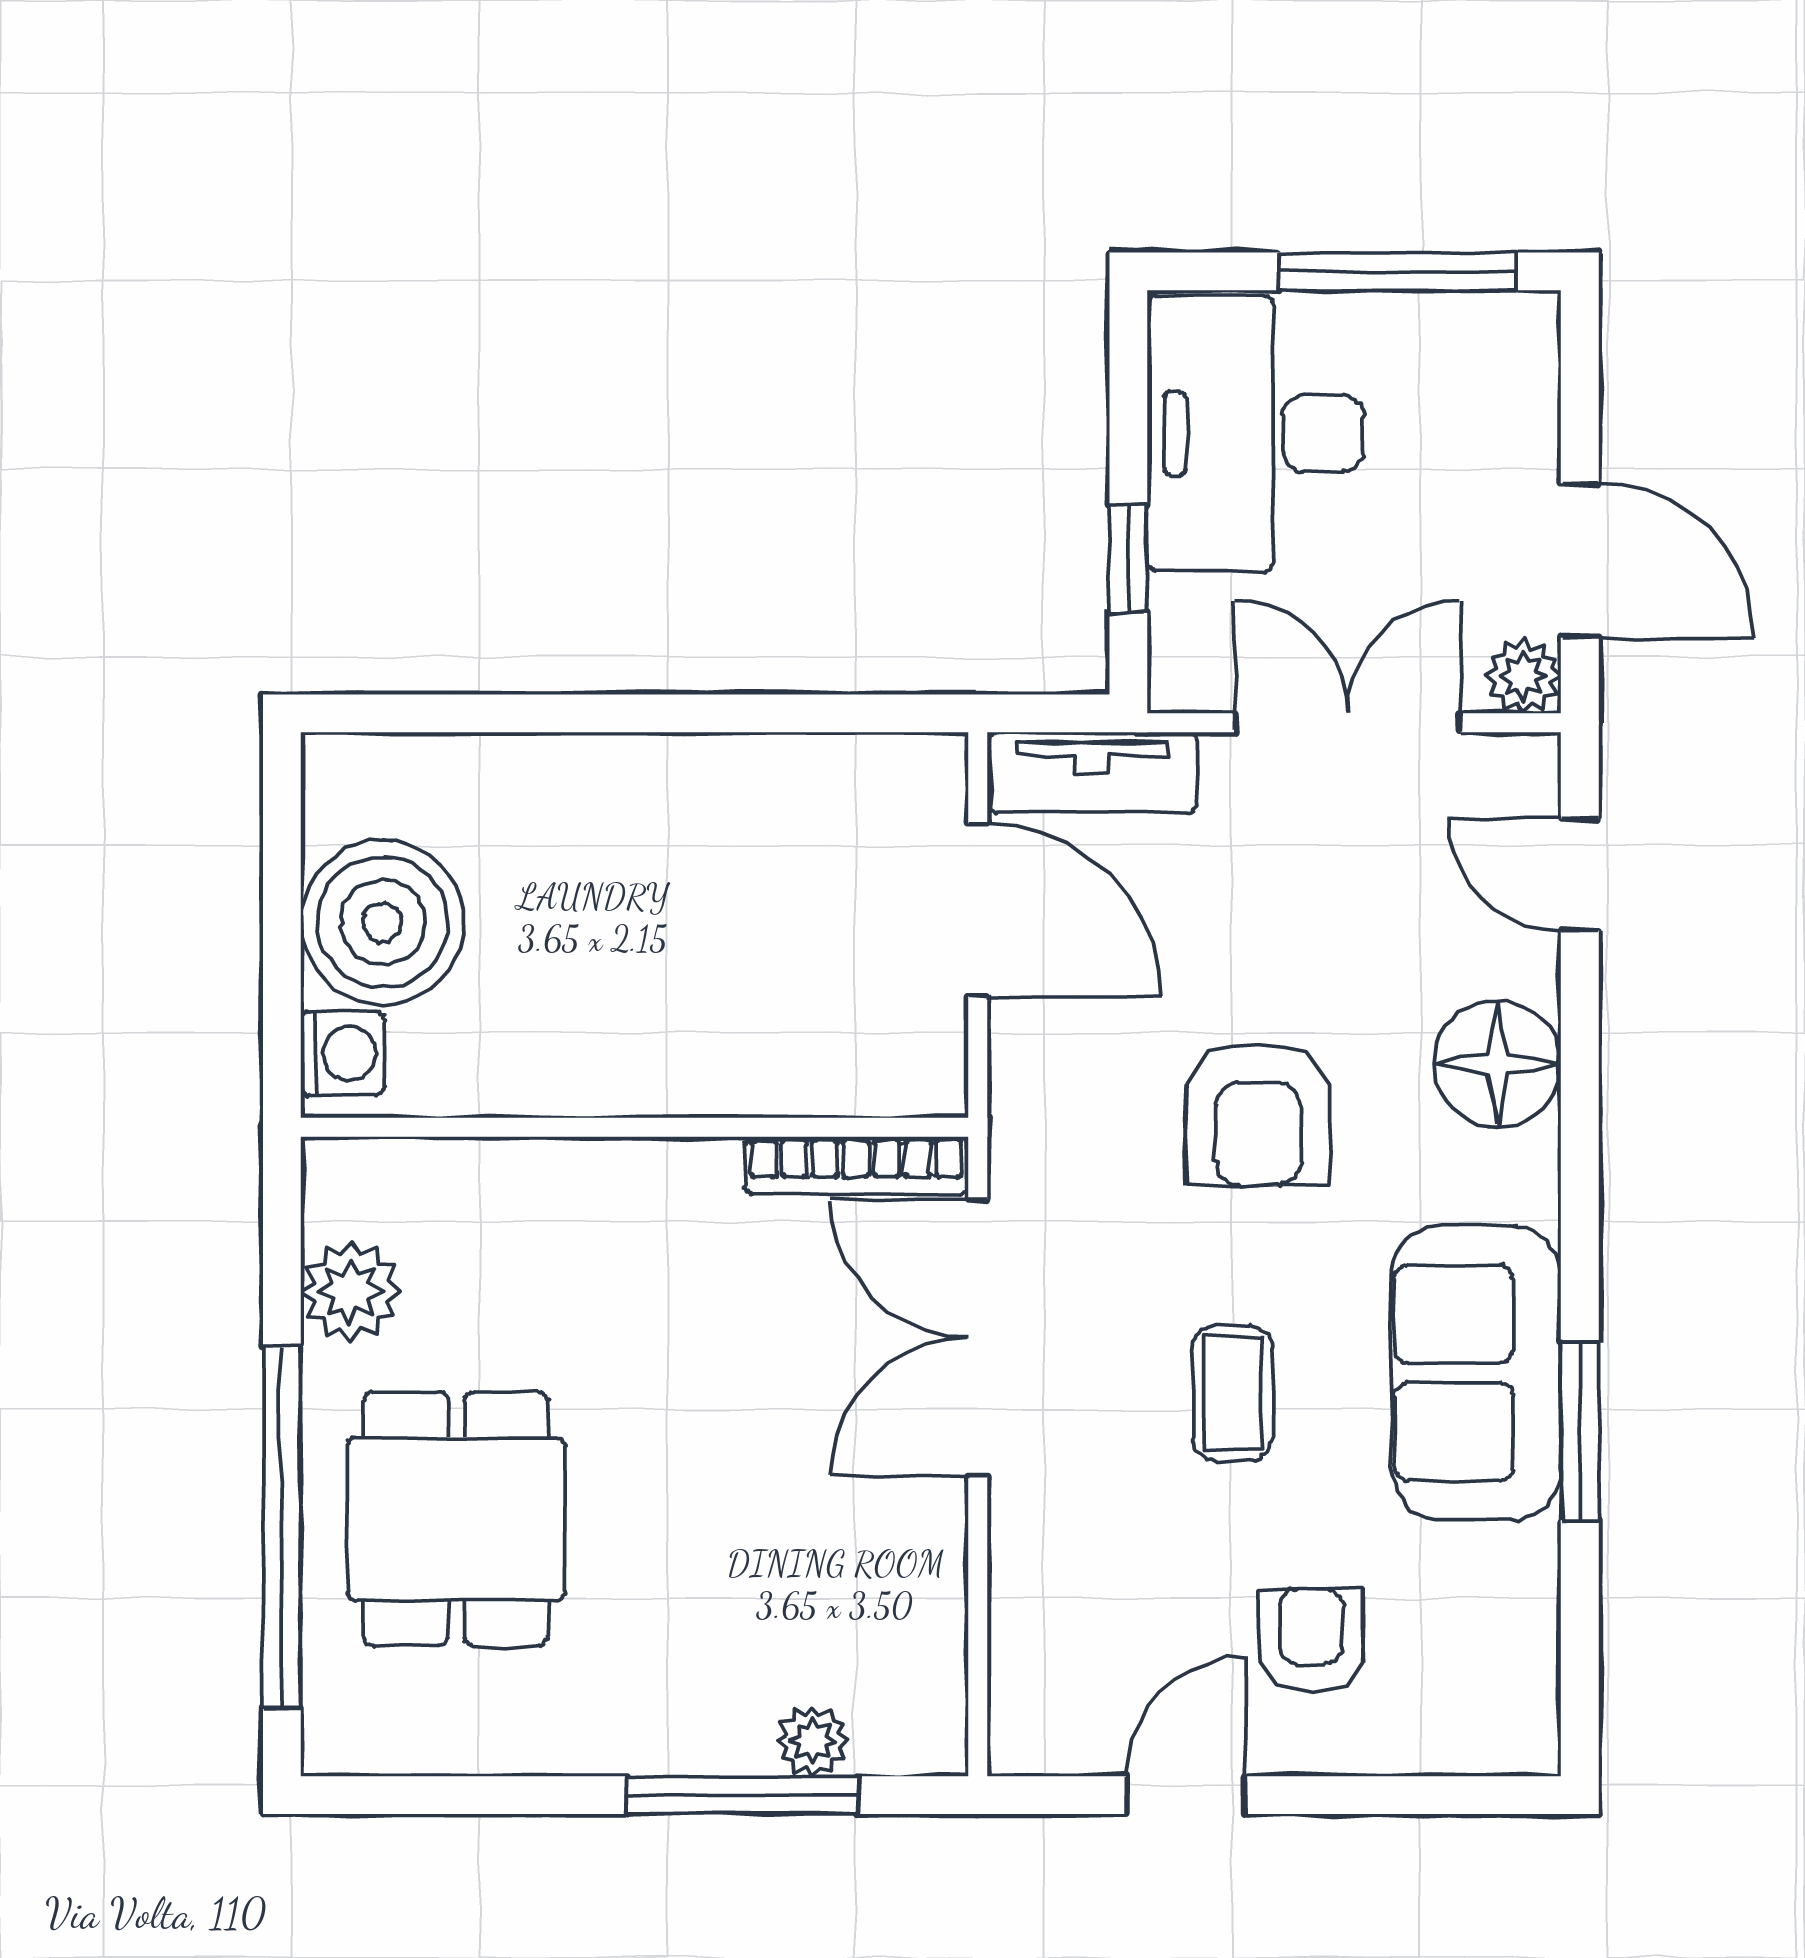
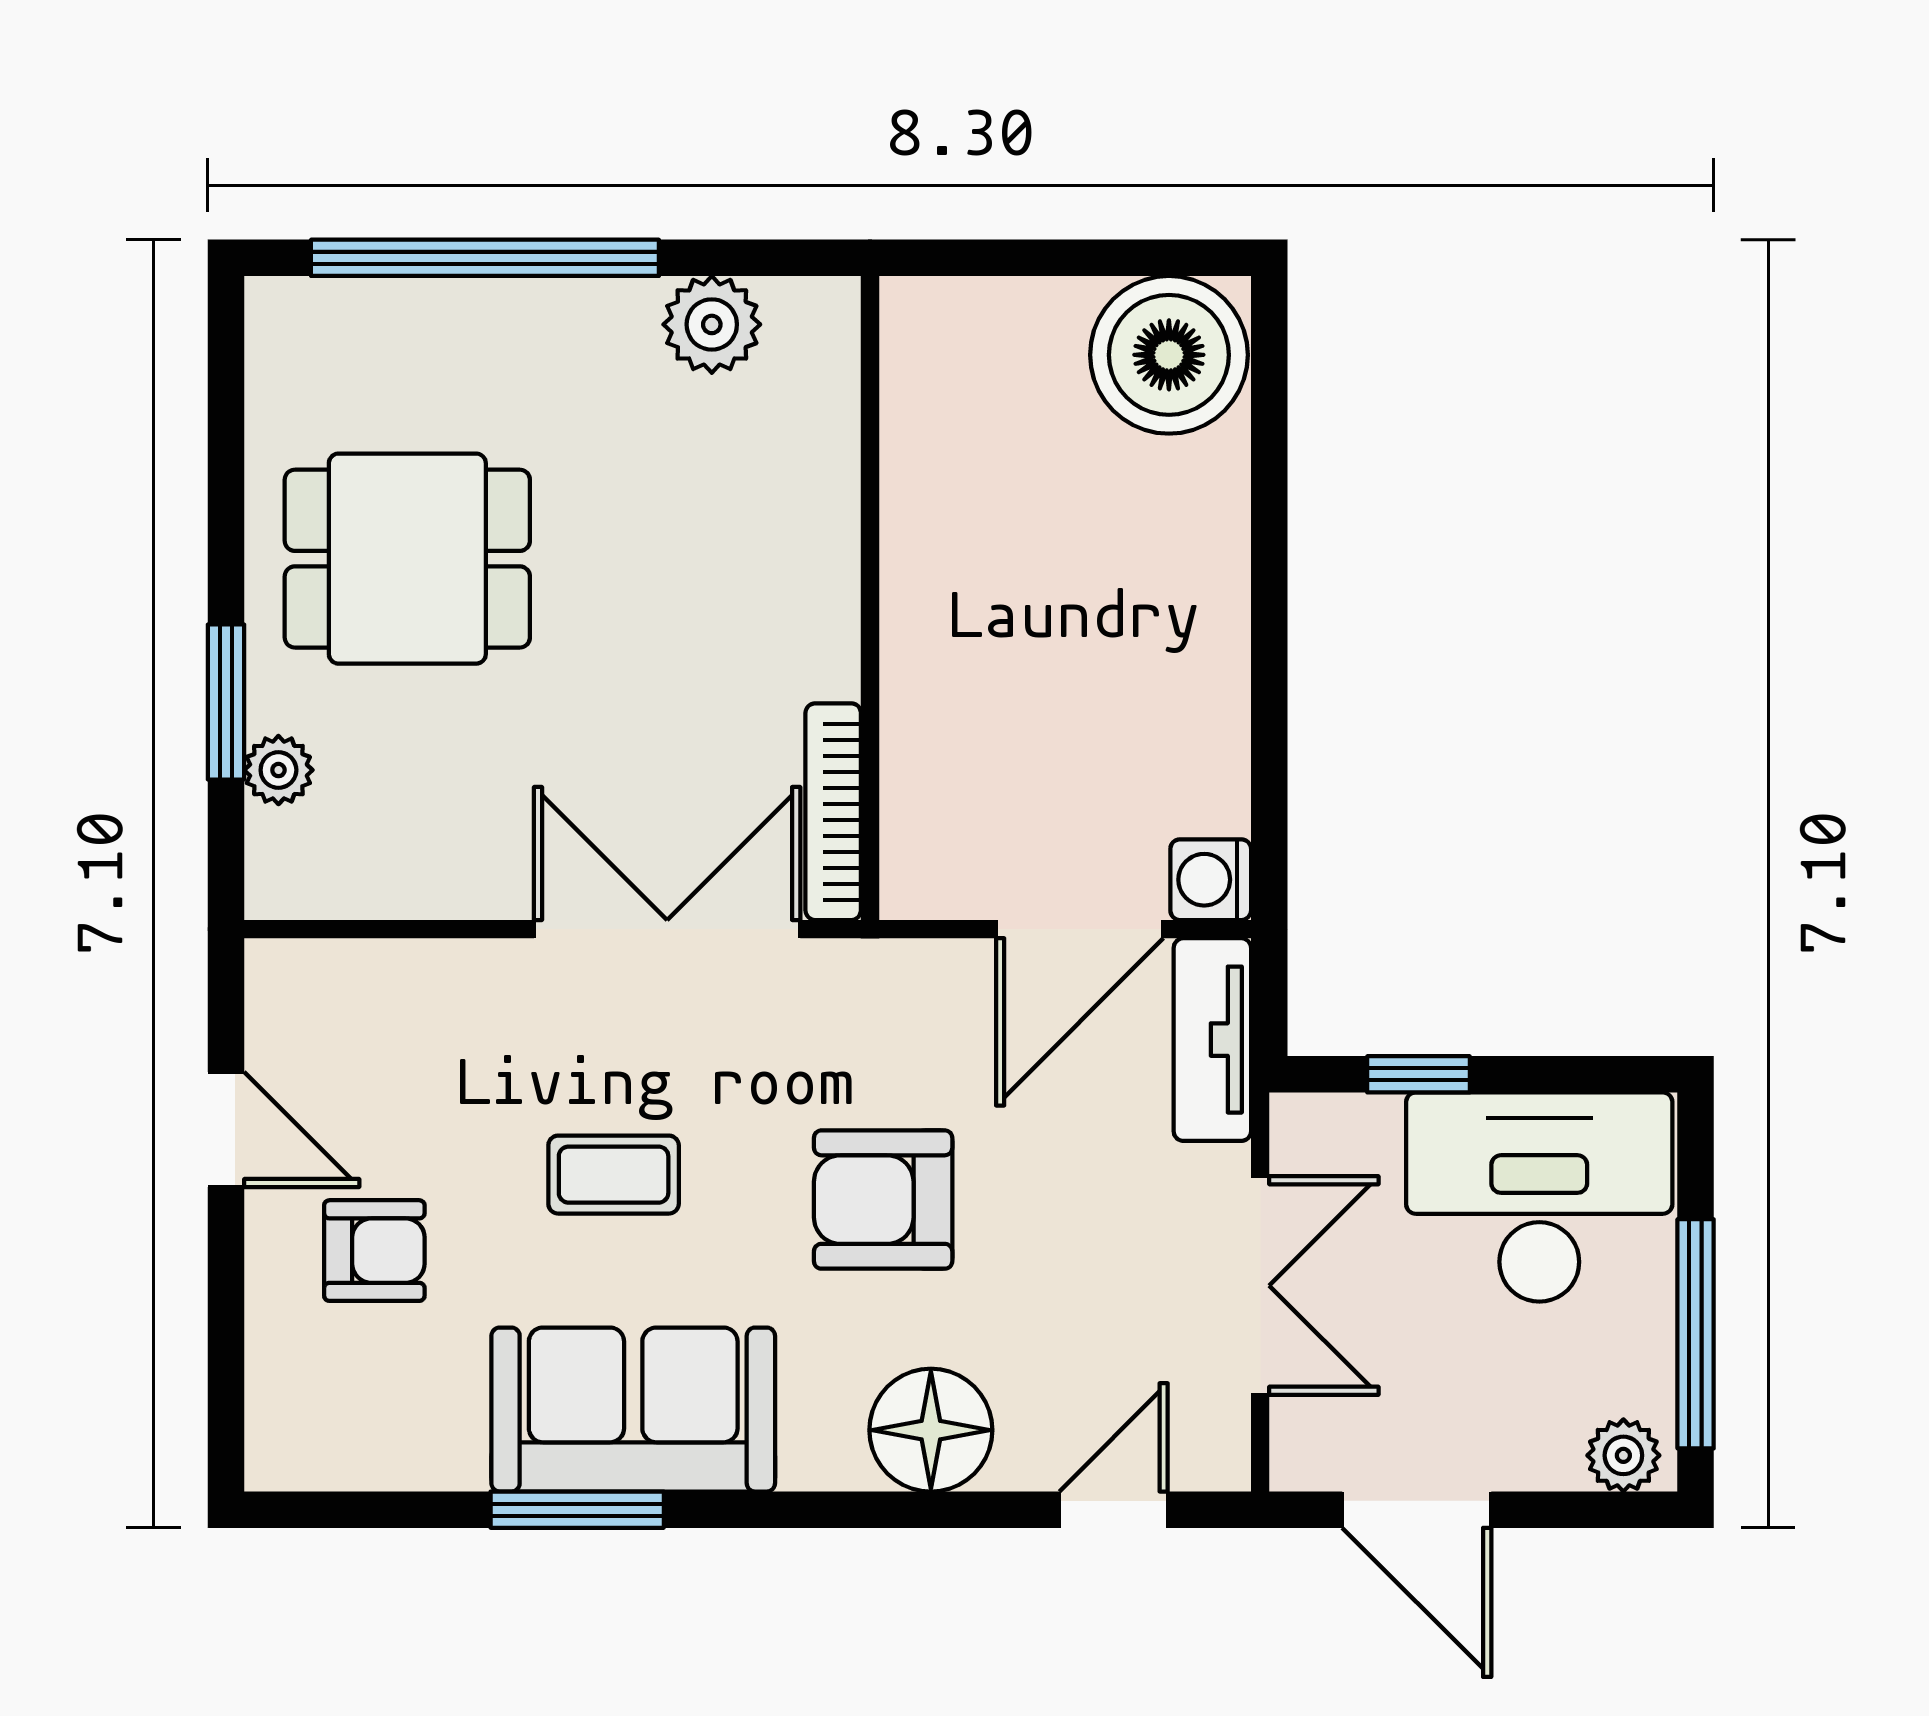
door: (1580, 561) -> (1417, 1510), hinge flipped
plant: (1524, 676) -> (1623, 1455), moved
boiler: (382, 922) -> (1169, 355), moved
washing machine: (343, 1053) -> (1211, 880), moved, turned 90
dining table: (456, 1519) -> (407, 559), moved
window: (742, 1795) -> (226, 702), width x0.69

